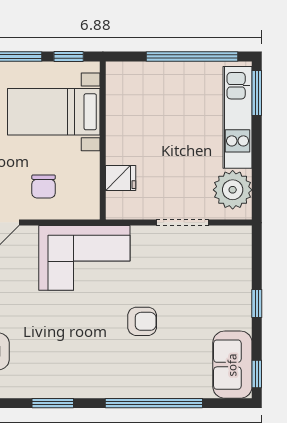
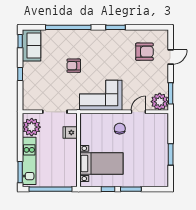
bed with nightstands: (54, 112) -> (101, 163), moved
wall: (103, 141) -> (79, 150), moved
fridge: (121, 178) -> (70, 133), moved

